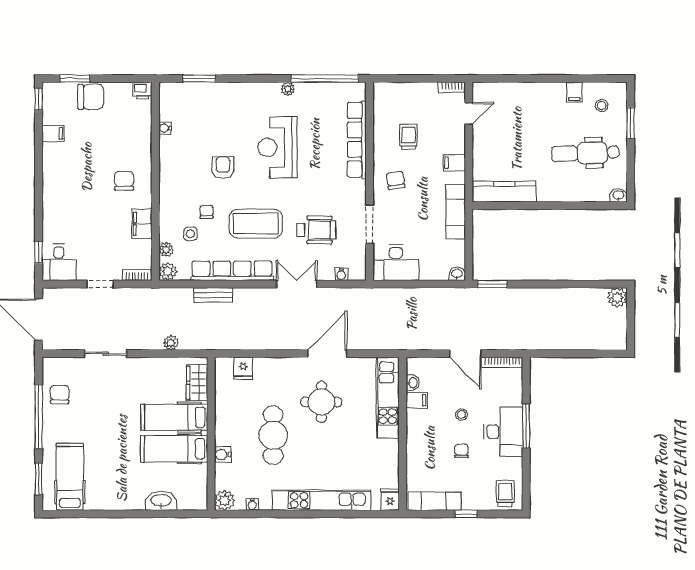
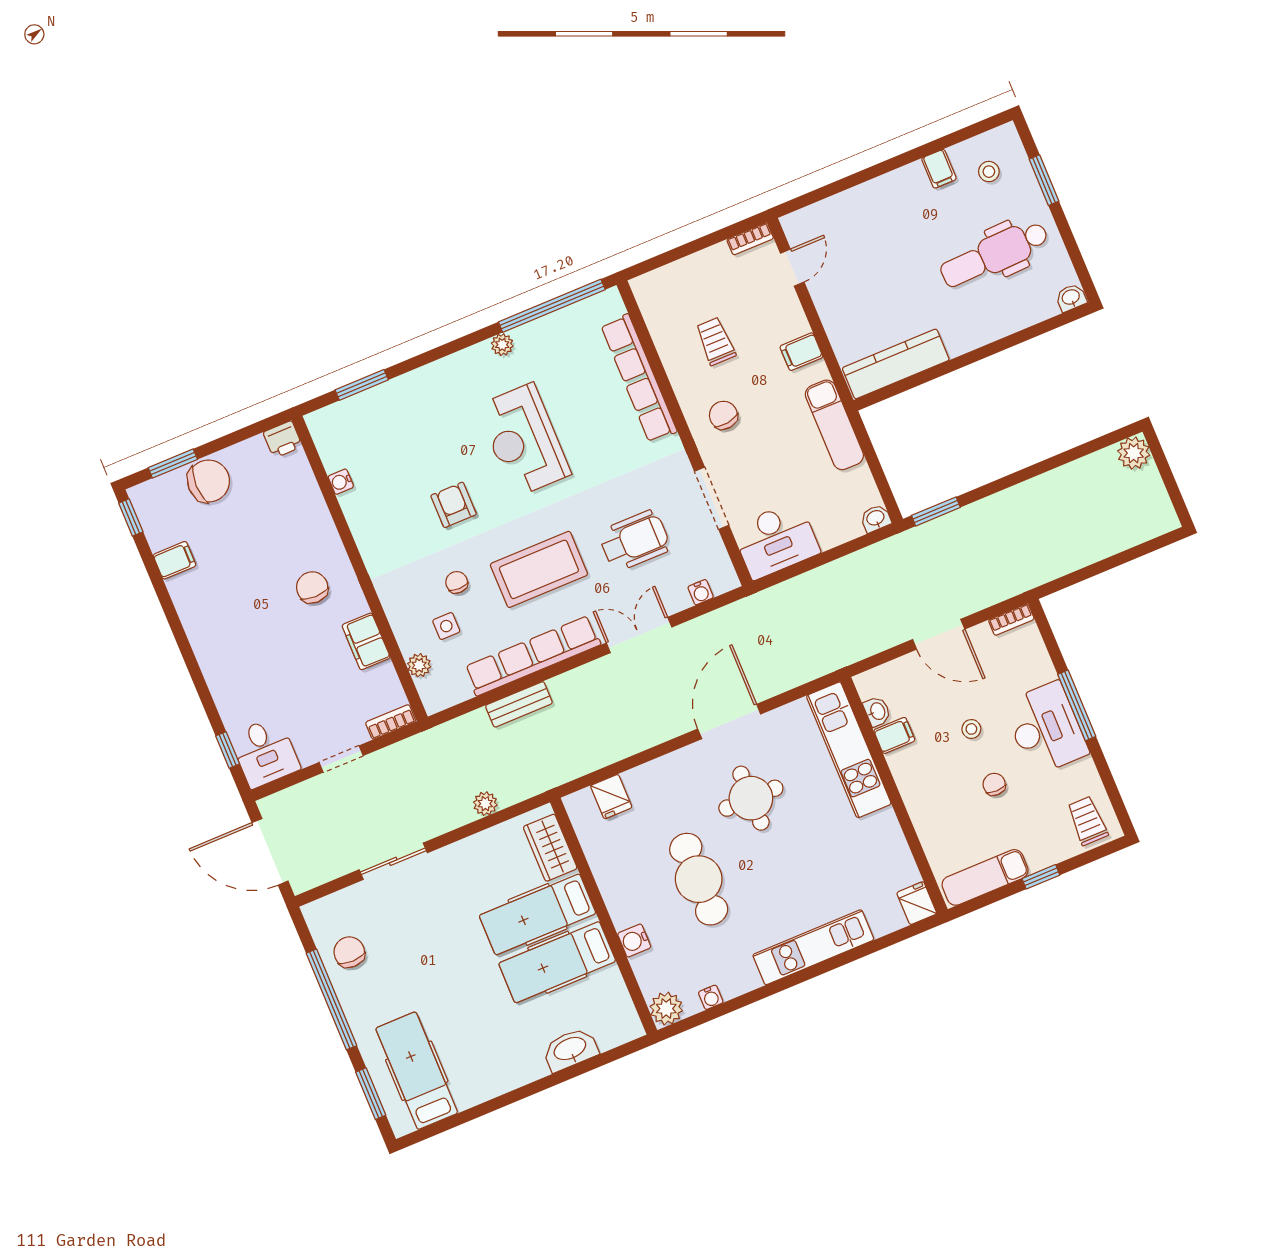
plant: (168, 271) -> (436, 697), removed
bookcase: (502, 362) -> (1011, 620), width x0.64
kitchen unit: (322, 500) -> (813, 947), width x0.73

